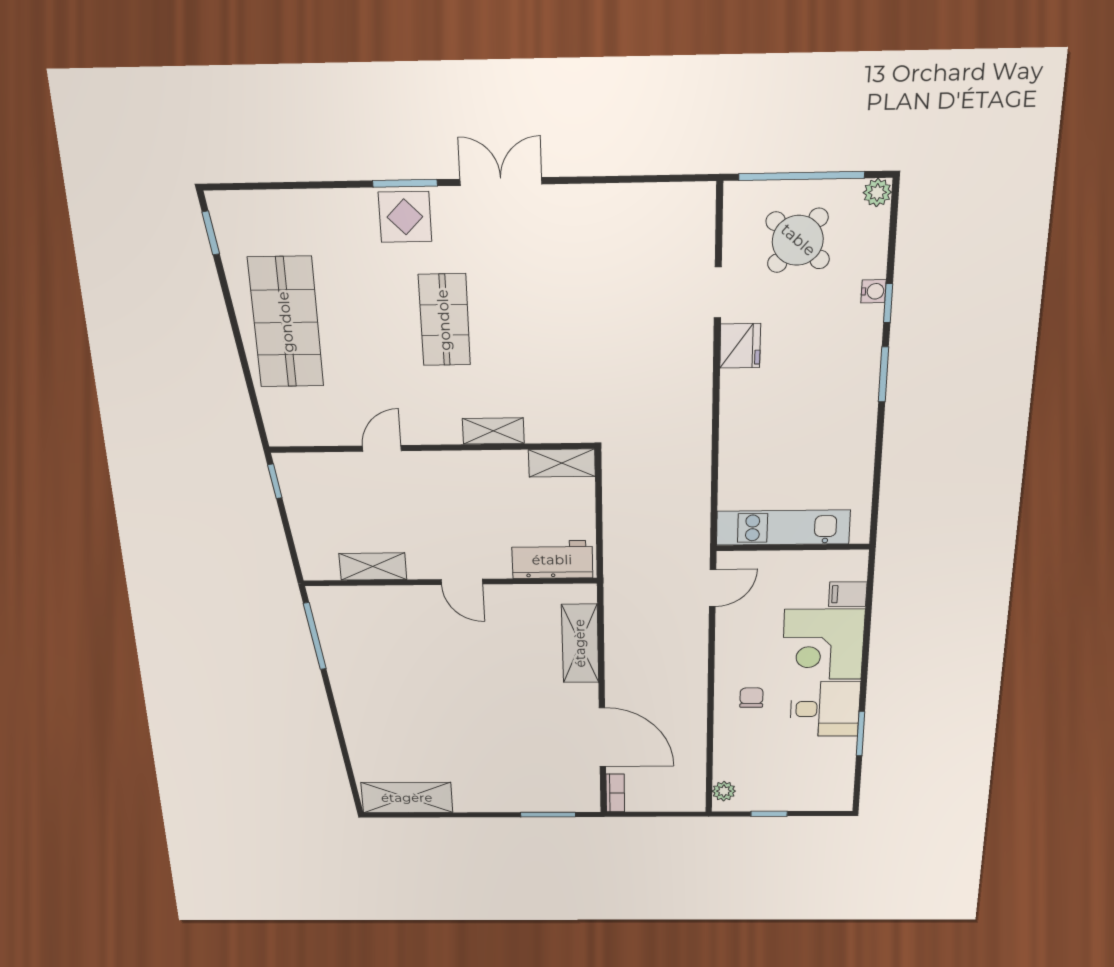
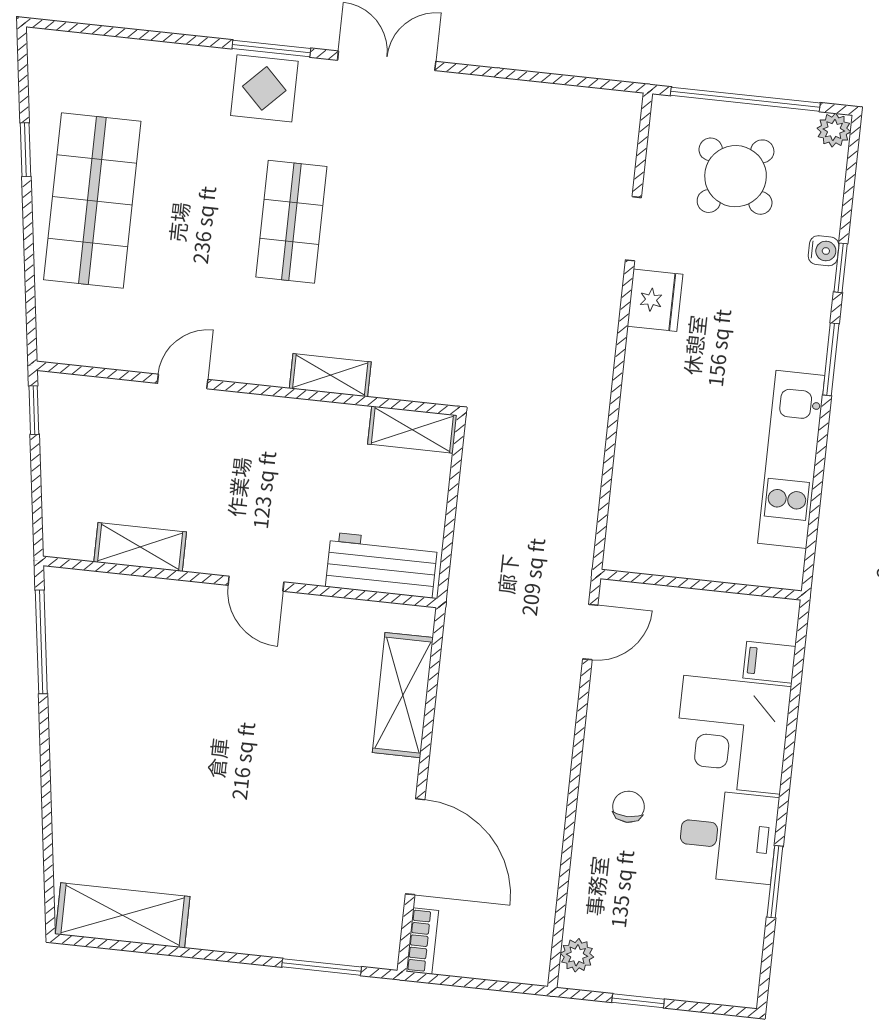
window: (211, 233) -> (26, 150), moved
kitchen unit: (783, 528) -> (791, 459), moved, turned -90

